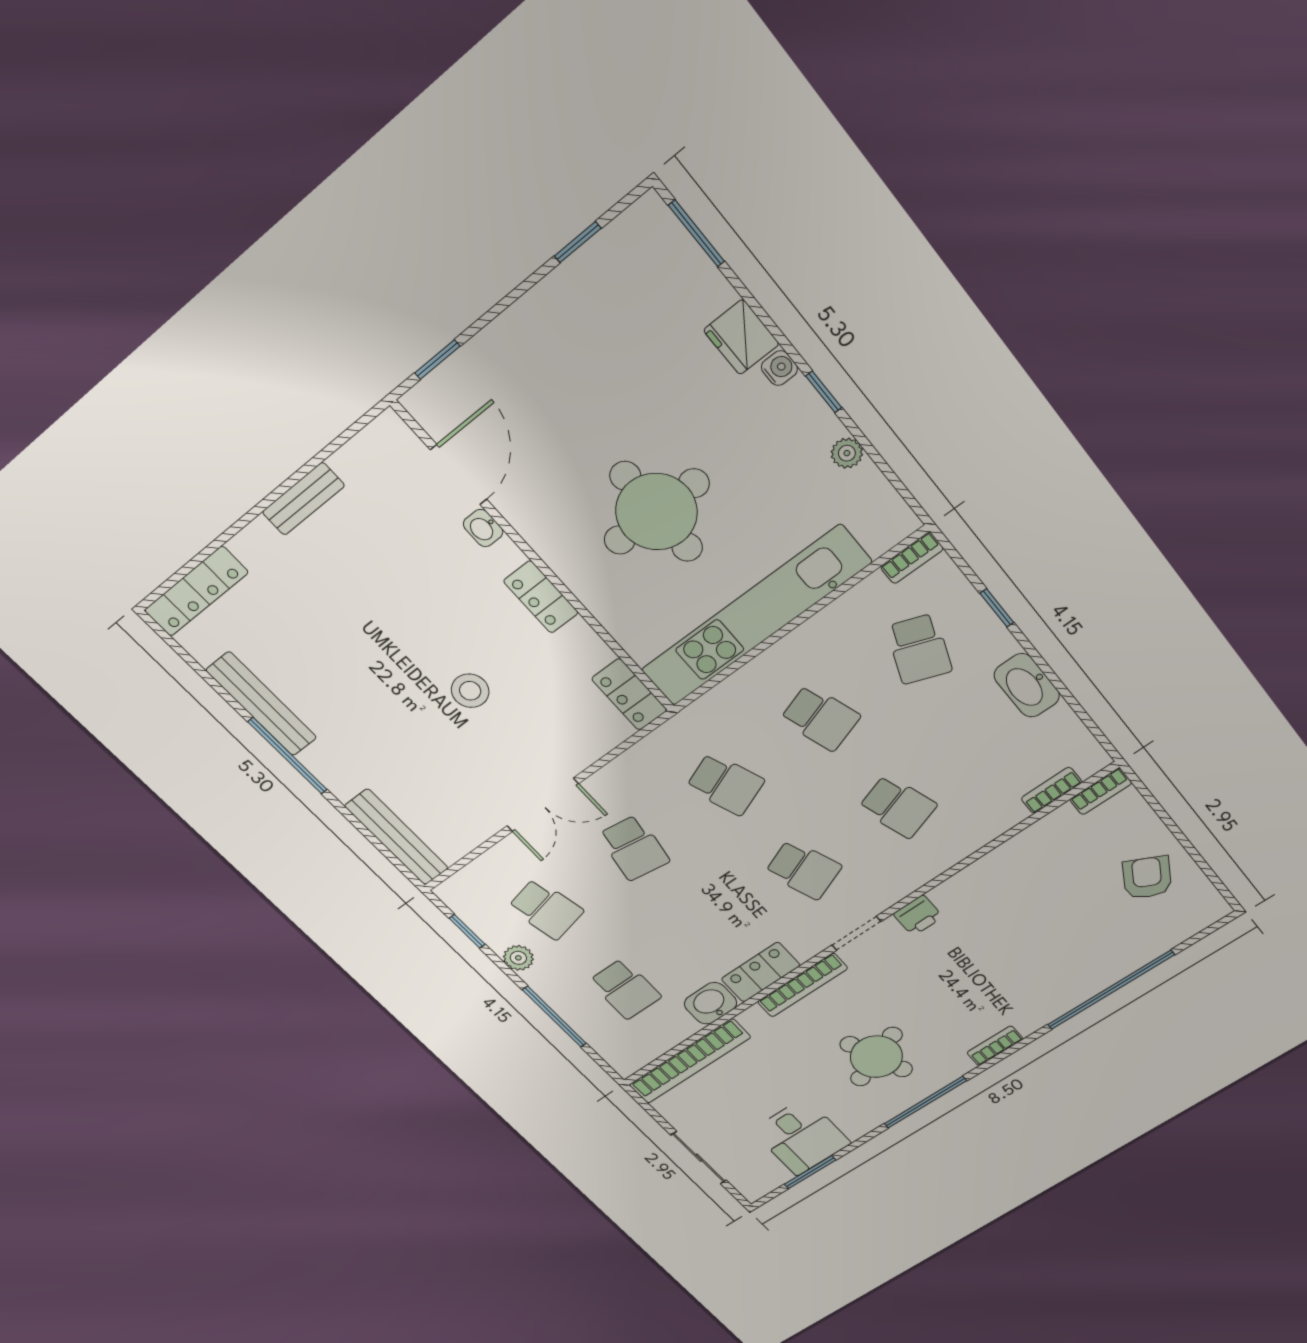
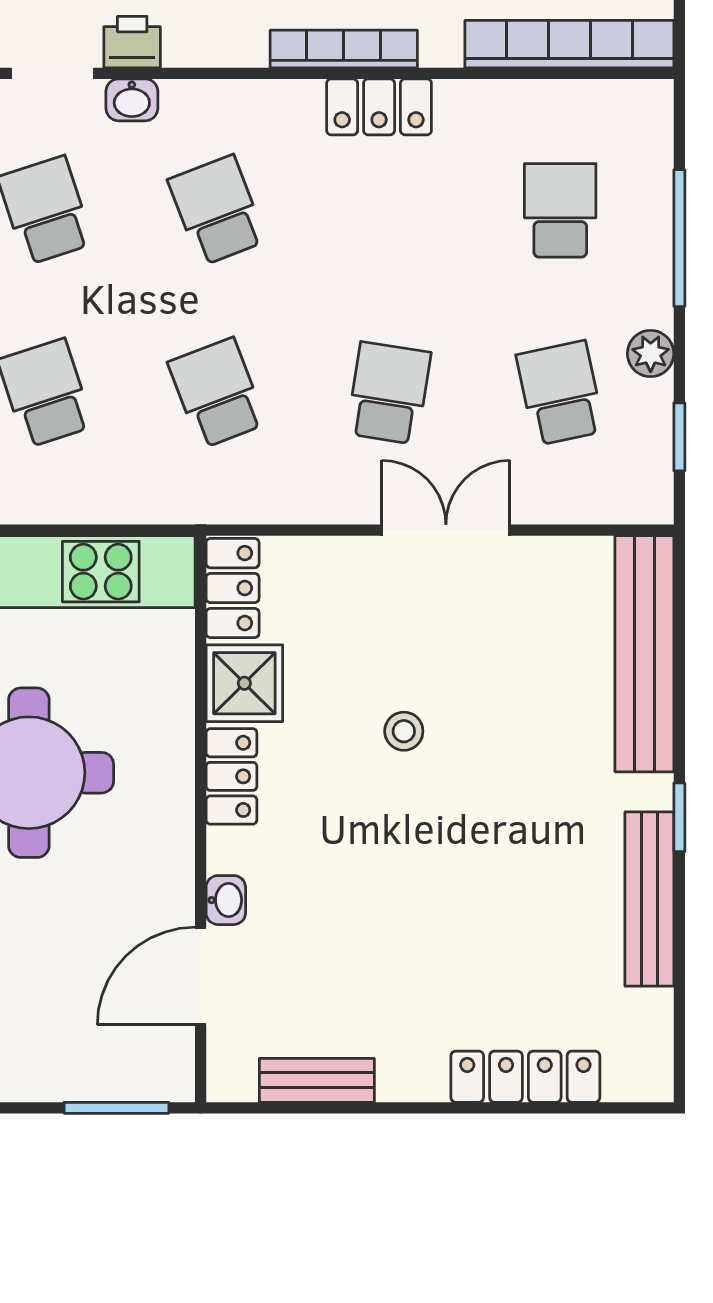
window: (437, 360) -> (116, 1108), width x1.50
bench: (303, 499) -> (317, 1080), moved
locker: (196, 591) -> (525, 1077), moved
shower: (578, 651) -> (244, 683), added
stool: (470, 691) -> (404, 731), width x0.73, depth x0.73
window: (288, 756) -> (679, 817), width x0.46
bench: (397, 837) -> (644, 654), width x1.37, depth x1.21
doorway: (856, 933) -> (52, 73), moved
washbasin: (711, 1003) -> (132, 100), moved, width x0.72, depth x0.69

